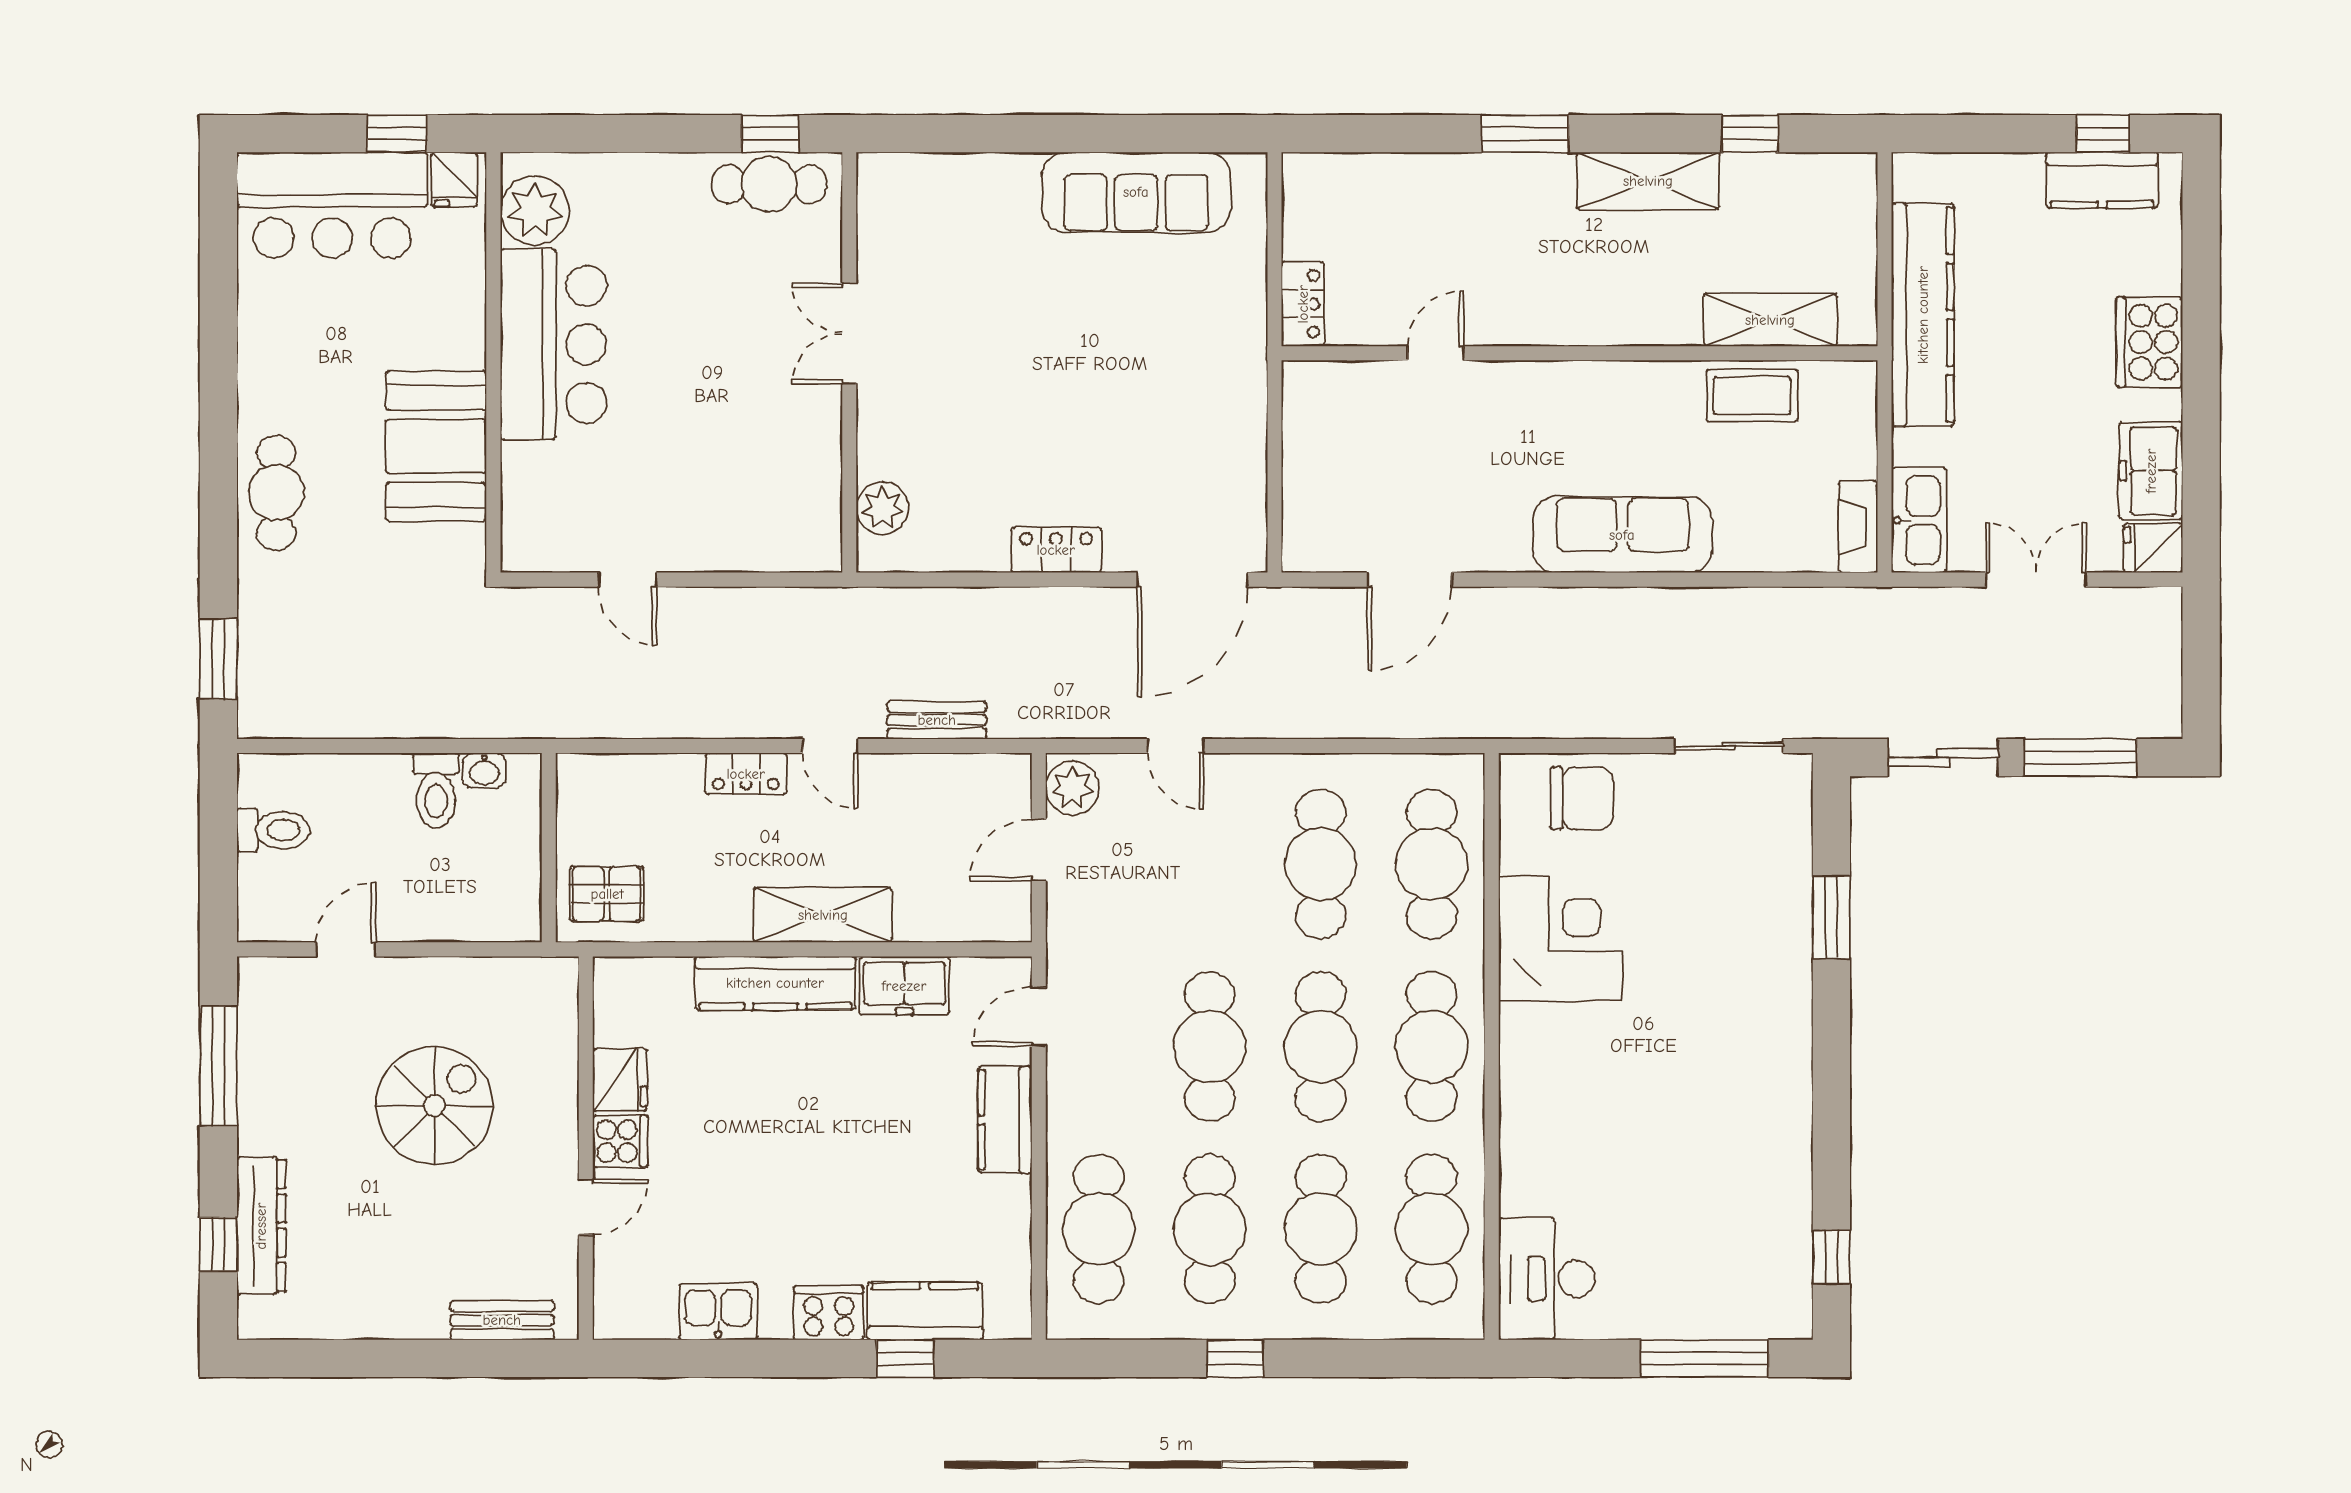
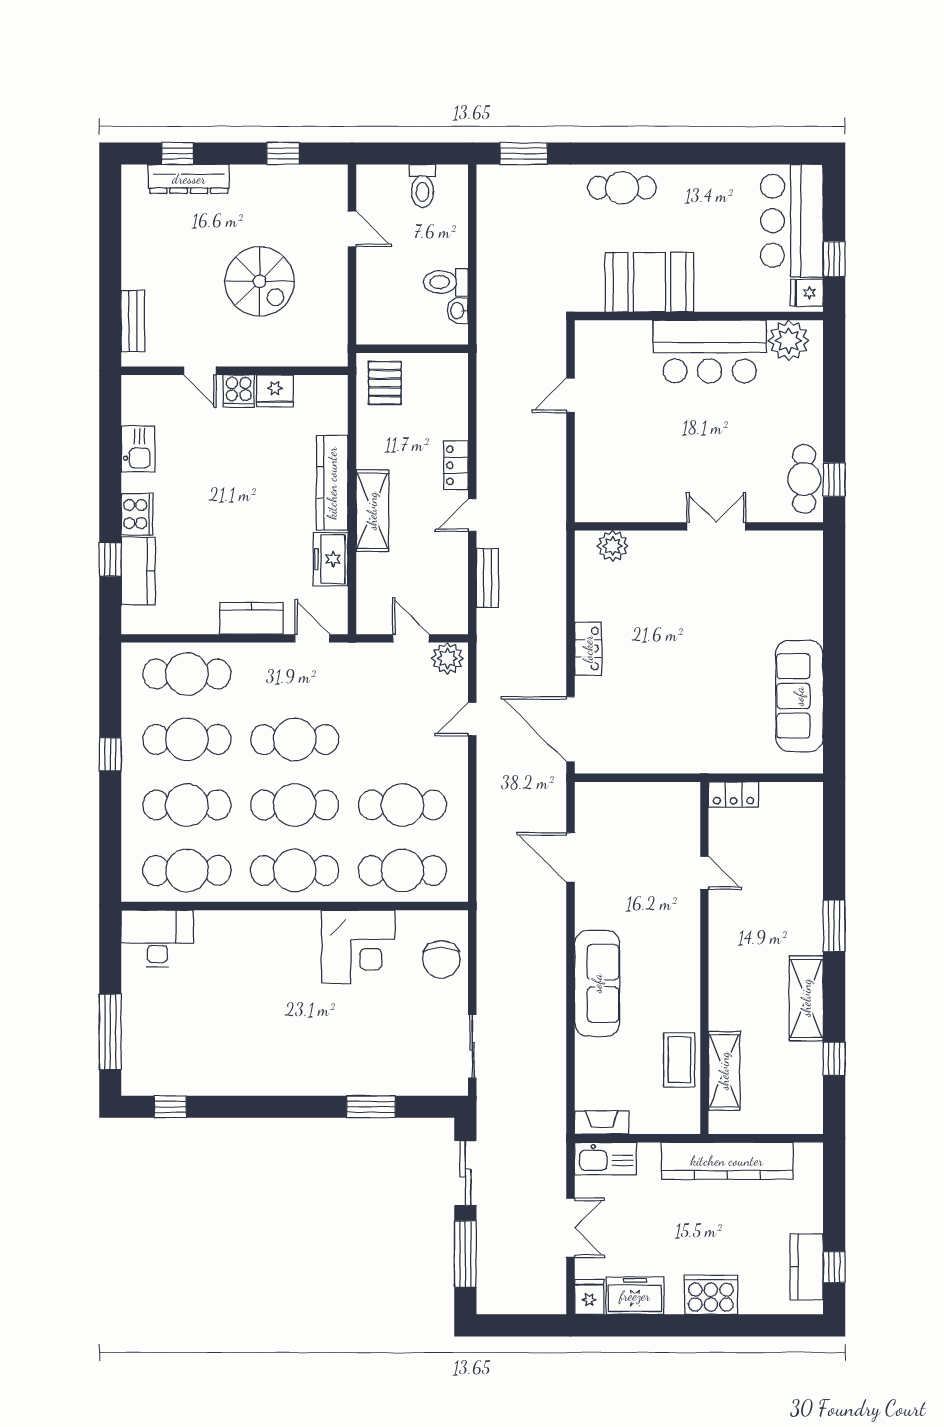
window: (218, 1066) -> (283, 153), width x0.46

